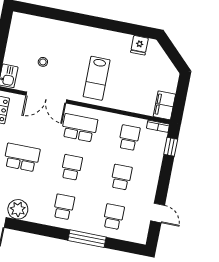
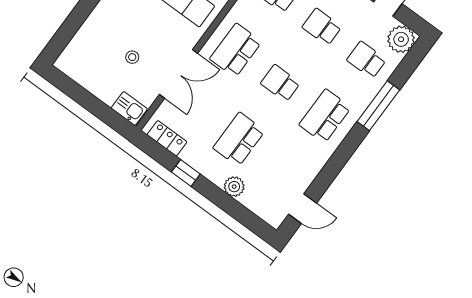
school desk: (64, 207) -> (325, 116), width x1.85
plant: (18, 209) -> (401, 39), moved

